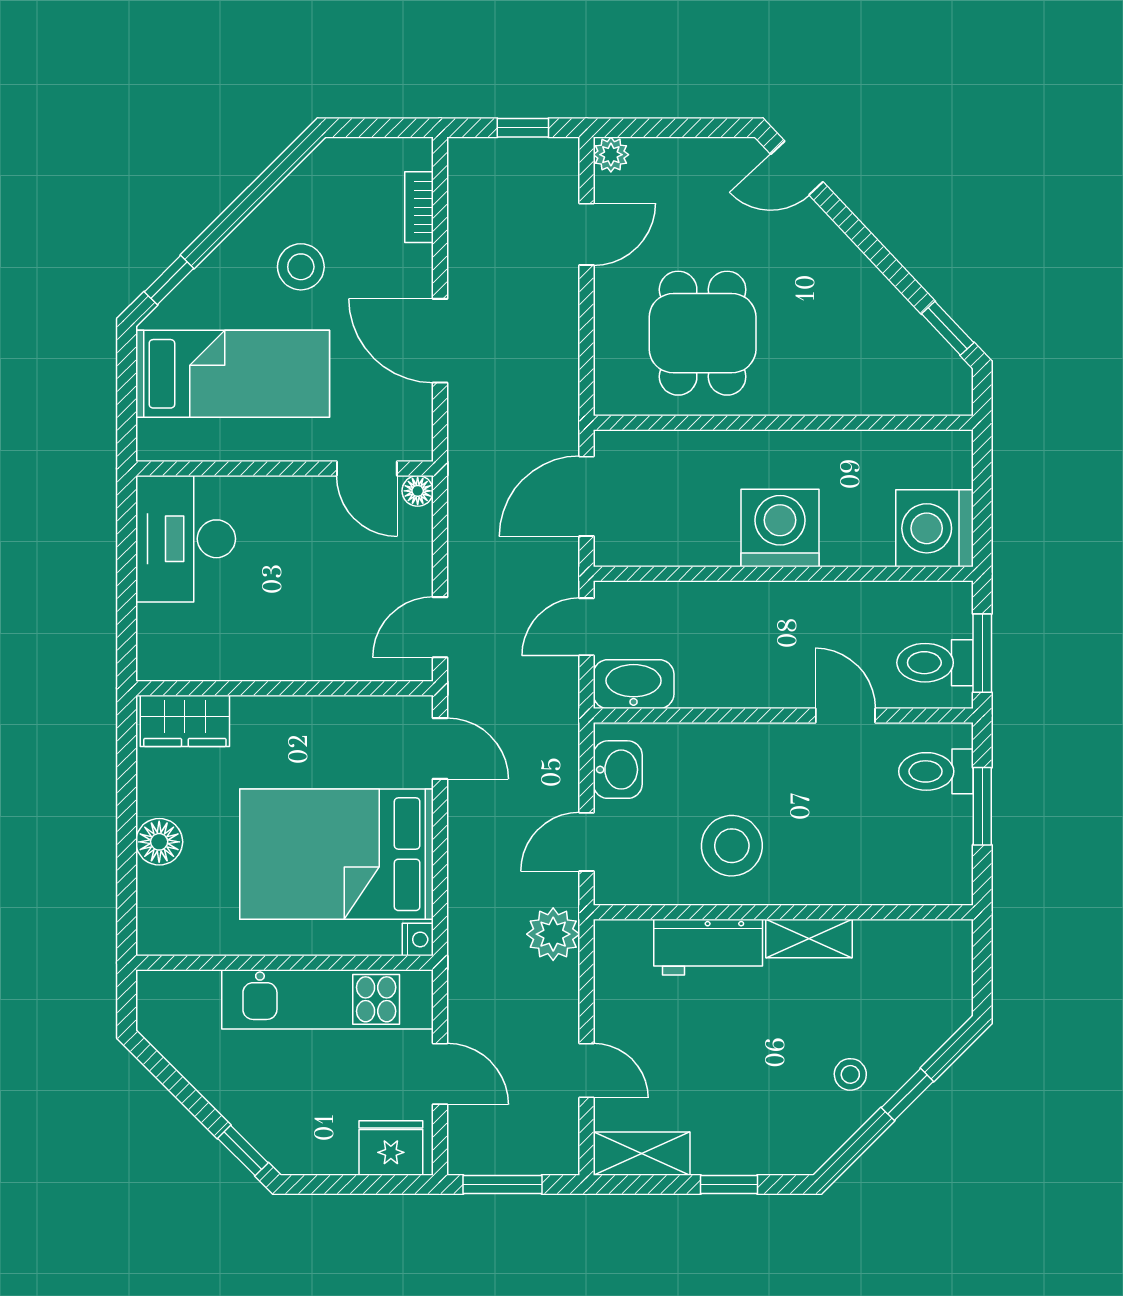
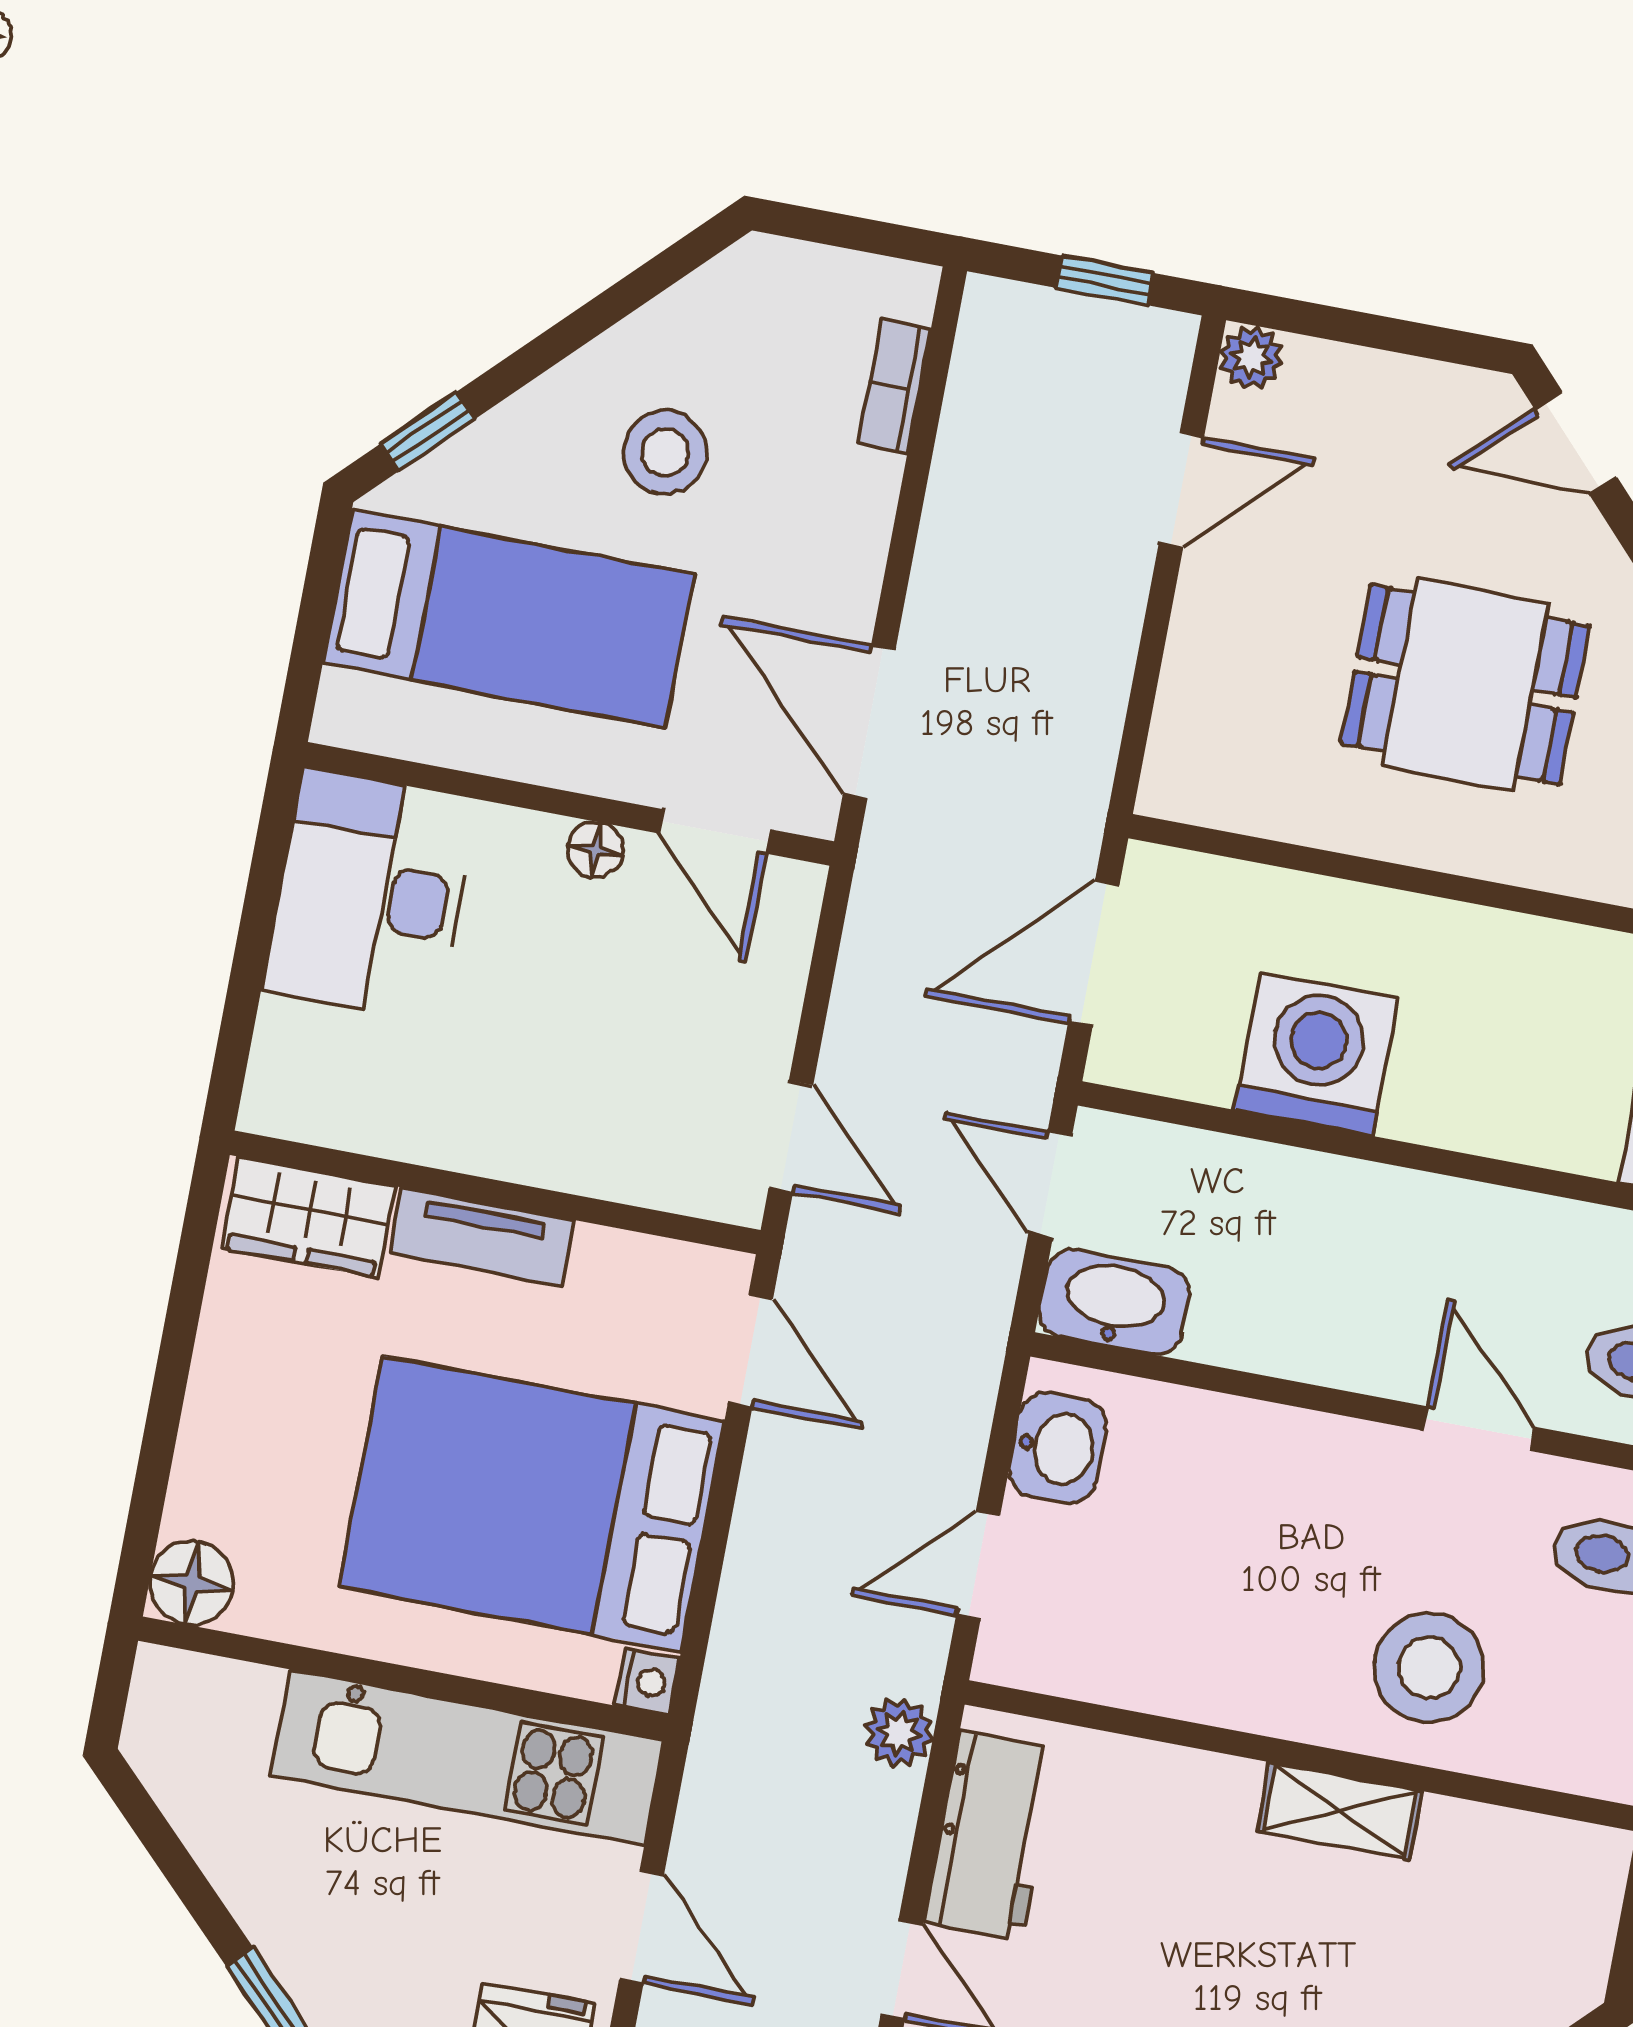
dining table: (703, 333) -> (1465, 685), moved, turned 90
door: (440, 341) -> (869, 722), moved
floor lamp: (418, 491) -> (596, 850), moved
washing machine: (780, 528) -> (1316, 1054), moved
door: (440, 627) -> (791, 1137), swing flipped
door: (586, 627) -> (1050, 1185), hinge flipped
tv unit: (282, 714) -> (482, 1236), added
floor lamp: (159, 842) -> (192, 1583), moved
stool: (732, 846) -> (1429, 1668), moved
plant: (553, 934) -> (899, 1733), width x0.73, depth x0.73
workbench: (708, 947) -> (991, 1836), moved, turned -90

